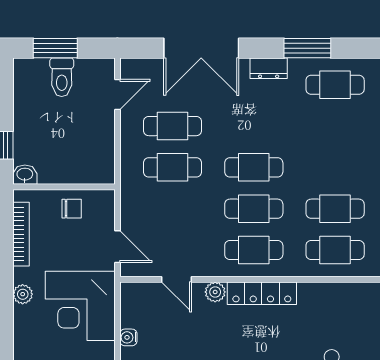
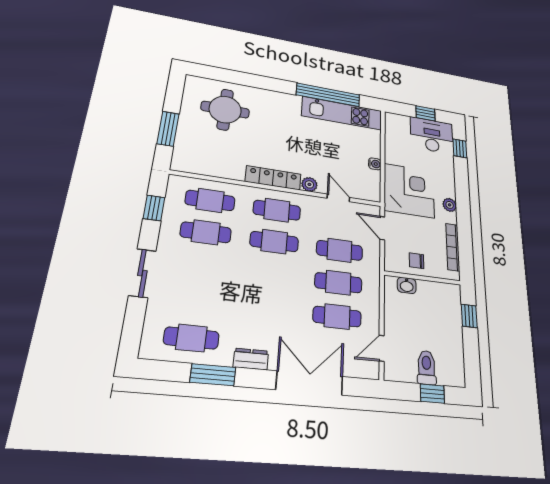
window: (55, 48) -> (432, 394), width x0.67
cafe table: (254, 167) -> (340, 250), moved
washbasin: (25, 175) -> (407, 285), moved

